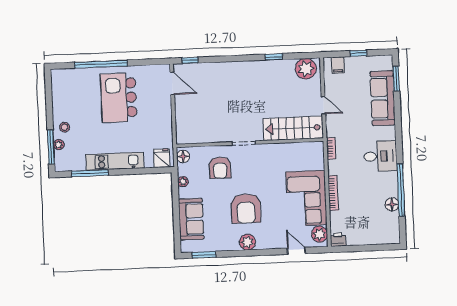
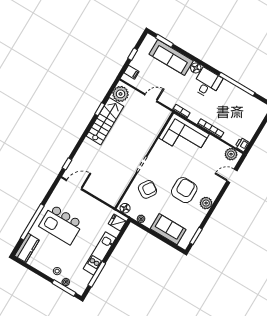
kitchen counter: (68, 77) -> (27, 248), added
stairs: (293, 128) -> (105, 121), moved, turned 180
armchair: (220, 168) -> (147, 189), turned -57
corner sofa: (307, 198) -> (184, 136), moved
floor lamp: (392, 204) -> (196, 68), moved
armchair: (246, 209) -> (184, 190), turned -90

